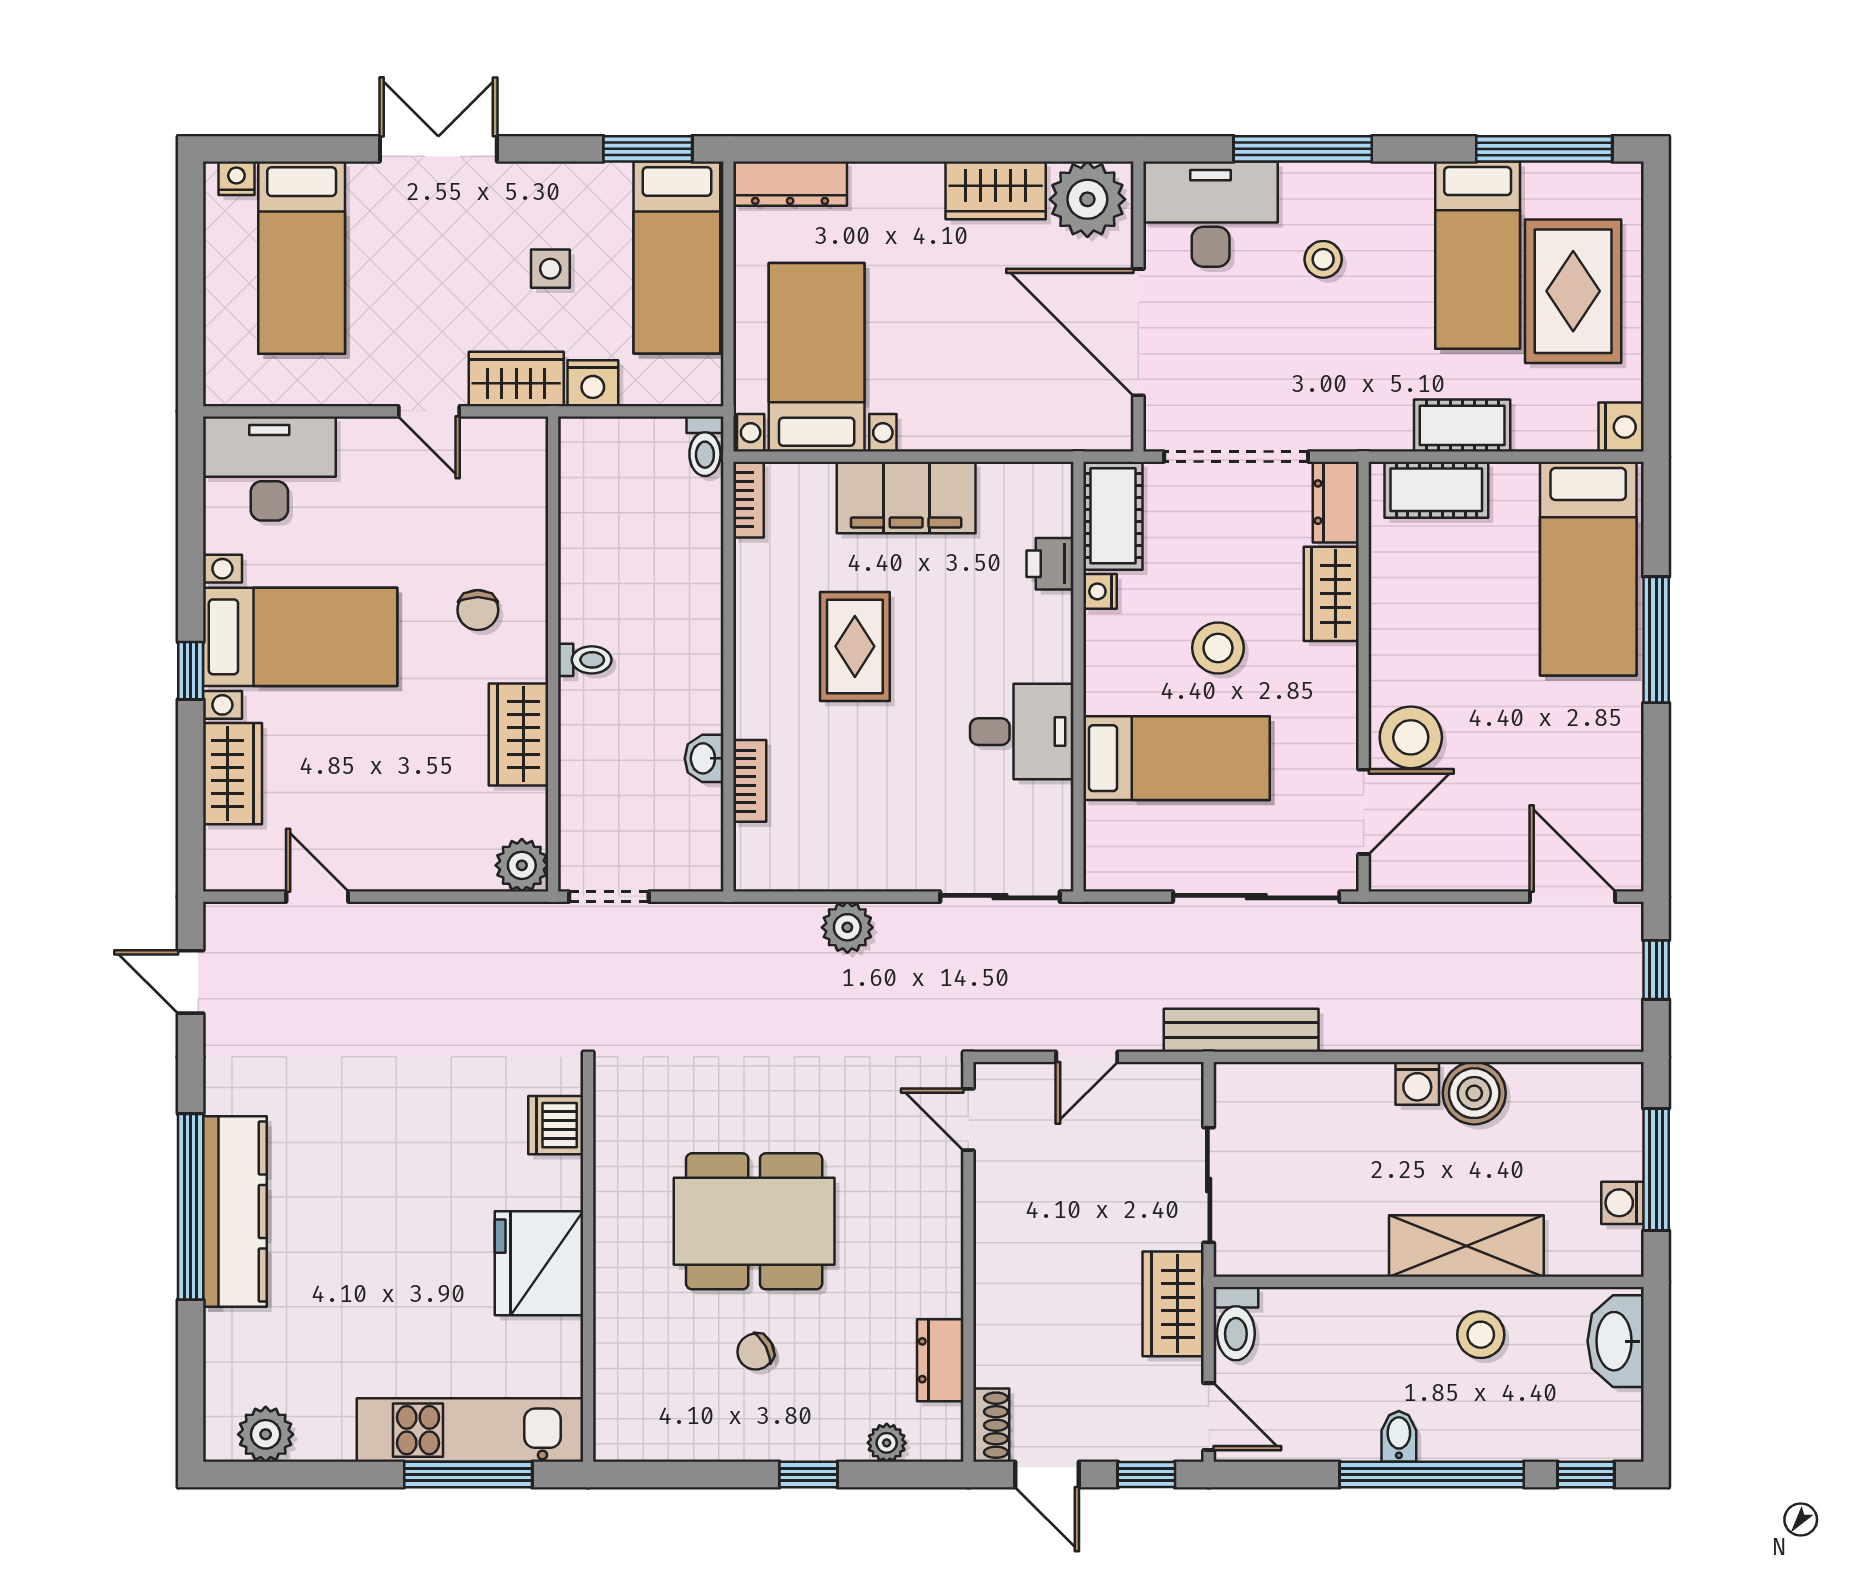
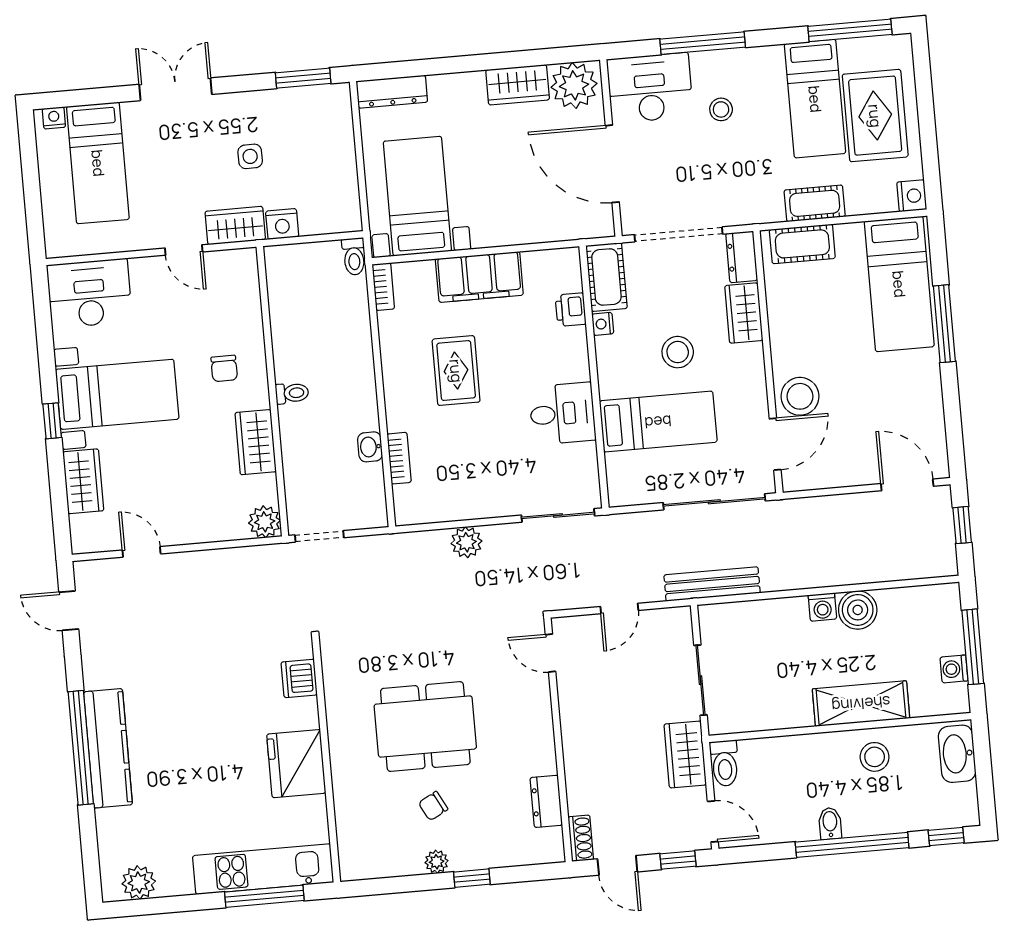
bed: (677, 257) -> (327, 143), removed
plant: (887, 1443) -> (437, 862), moved

